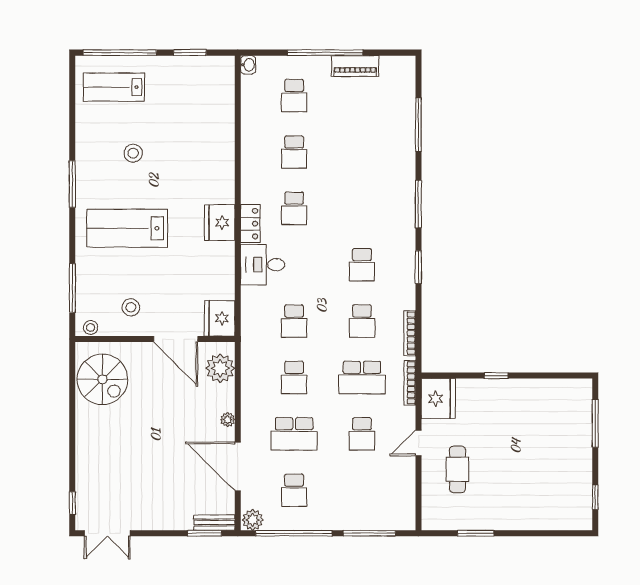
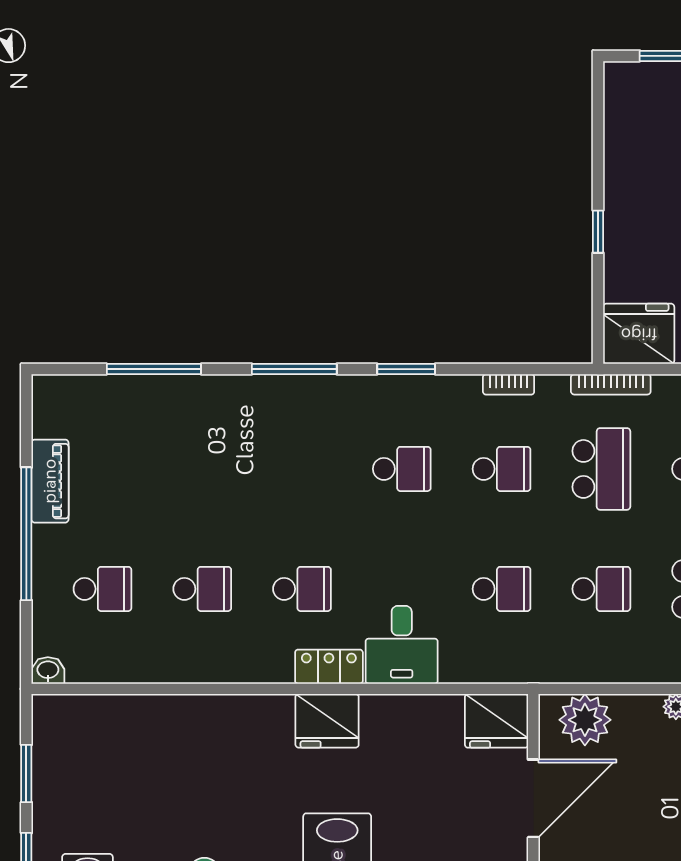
bookcase: (410, 333) -> (509, 384), width x0.64

